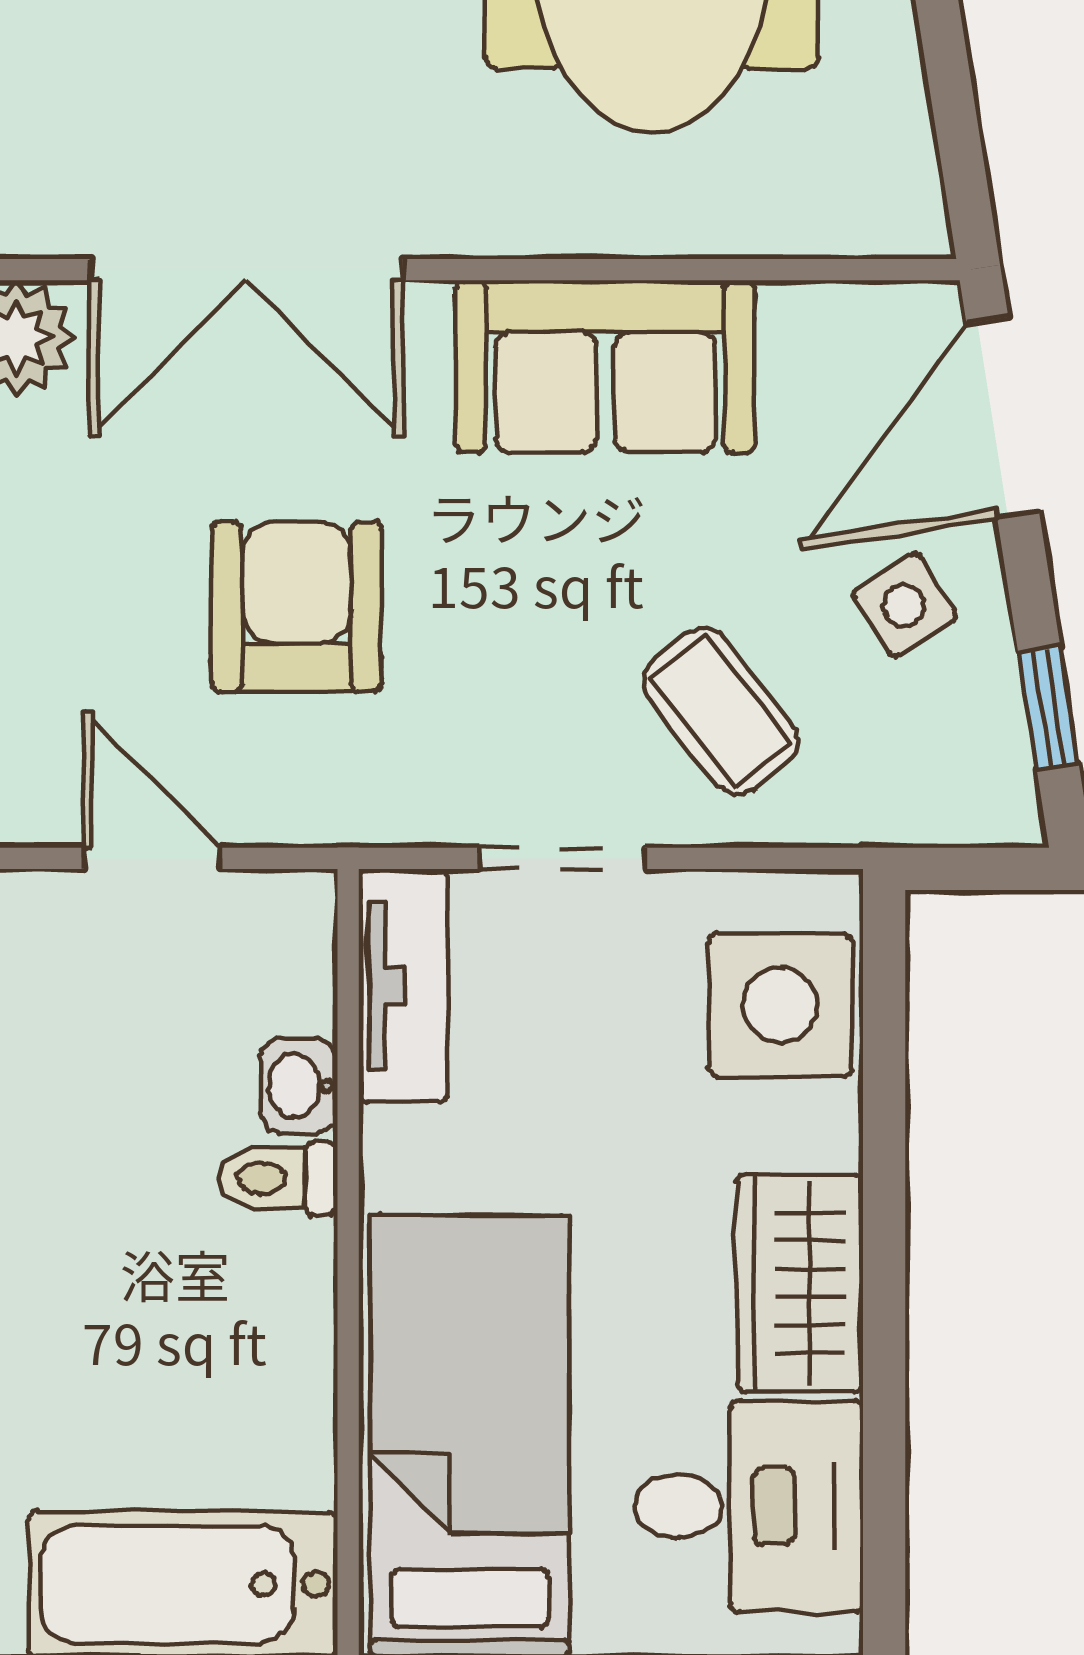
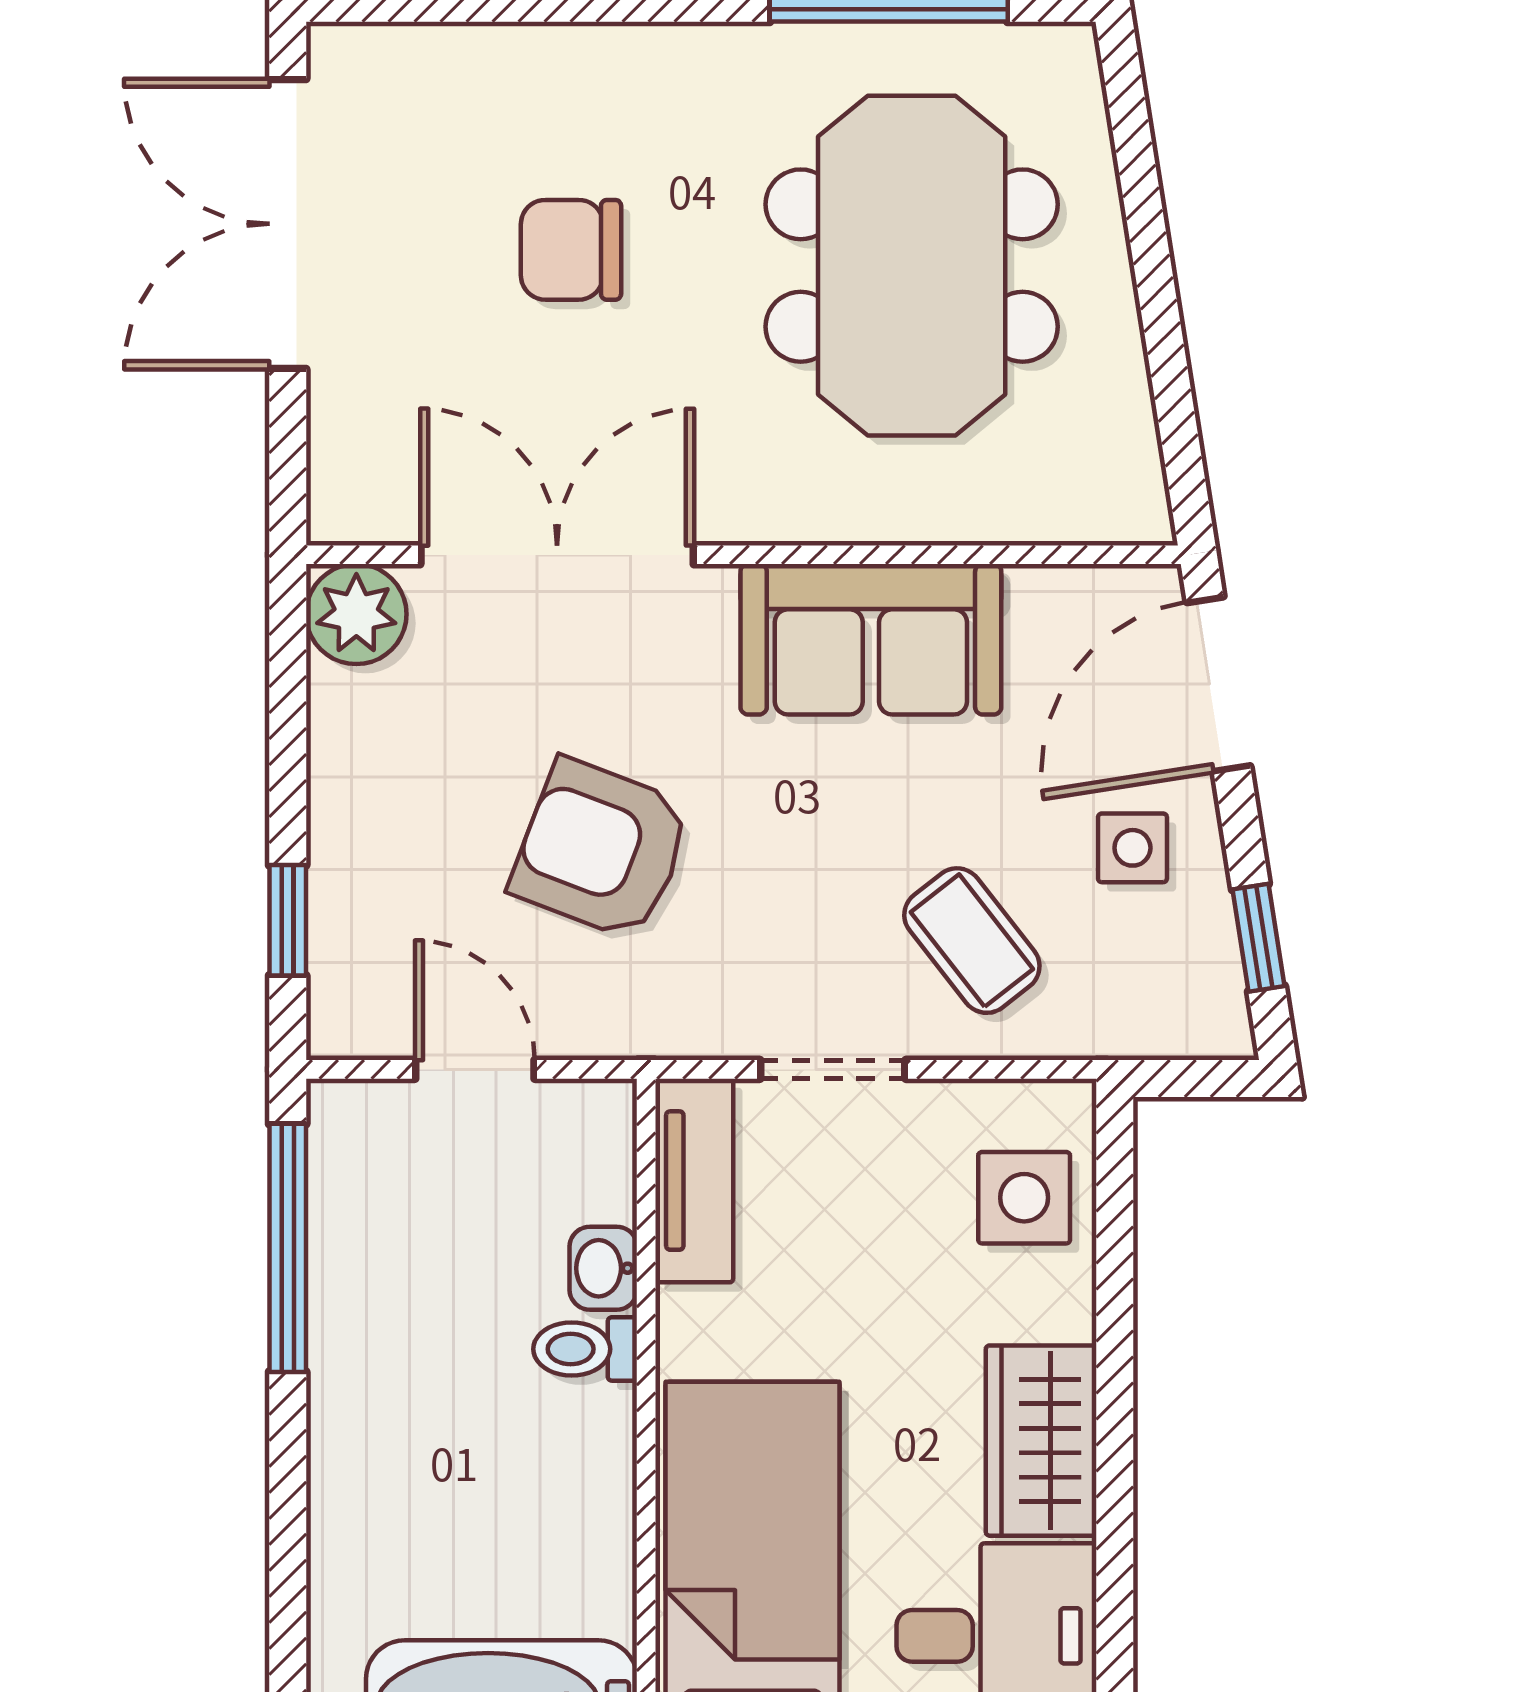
double door: (246, 270) -> (557, 555), swing flipped
side table: (904, 605) -> (1132, 848), turned 32
armchair: (297, 607) -> (601, 849), turned -69
side table: (780, 1005) -> (1024, 1198), width x0.73, depth x0.73

